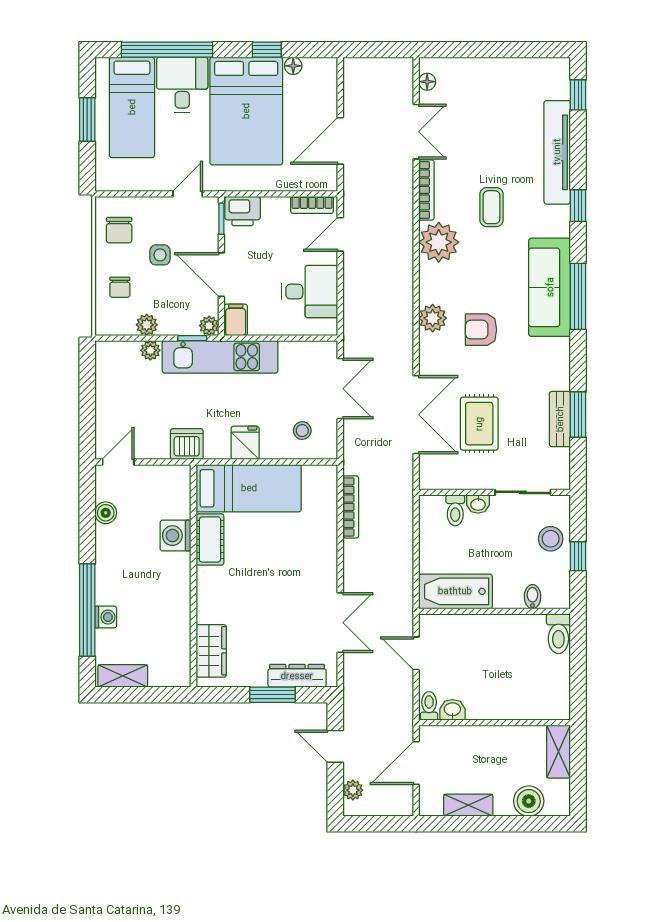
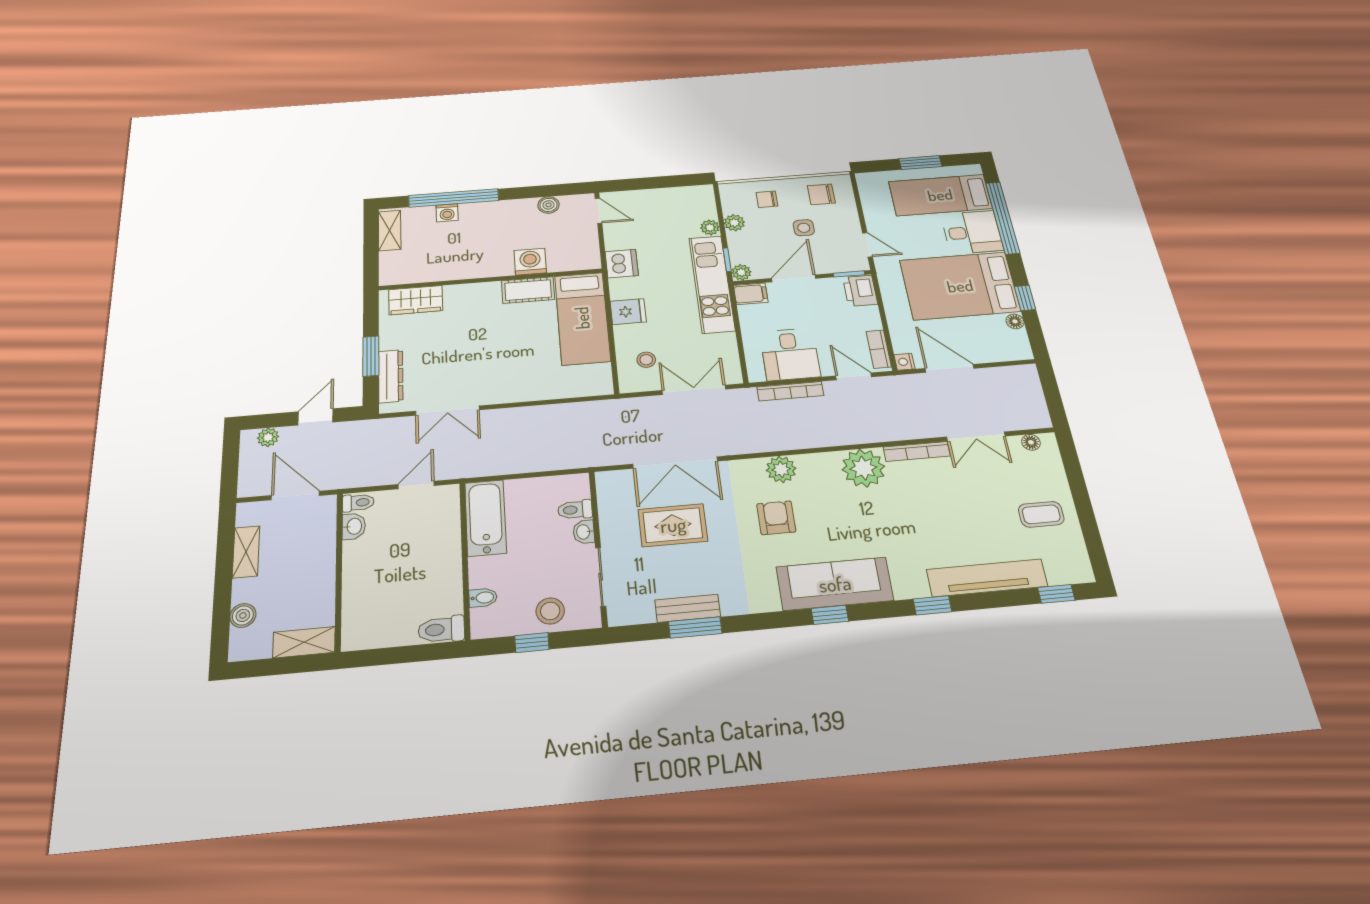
nightstand: (329, 183) -> (904, 362), added
coffee table: (492, 207) -> (1041, 514), moved
window: (578, 296) -> (830, 615), width x0.46
double door: (340, 389) -> (694, 390), swing flipped
bookcase: (351, 507) -> (790, 391), moved
boiler: (529, 801) -> (243, 615), width x0.73, depth x0.73

